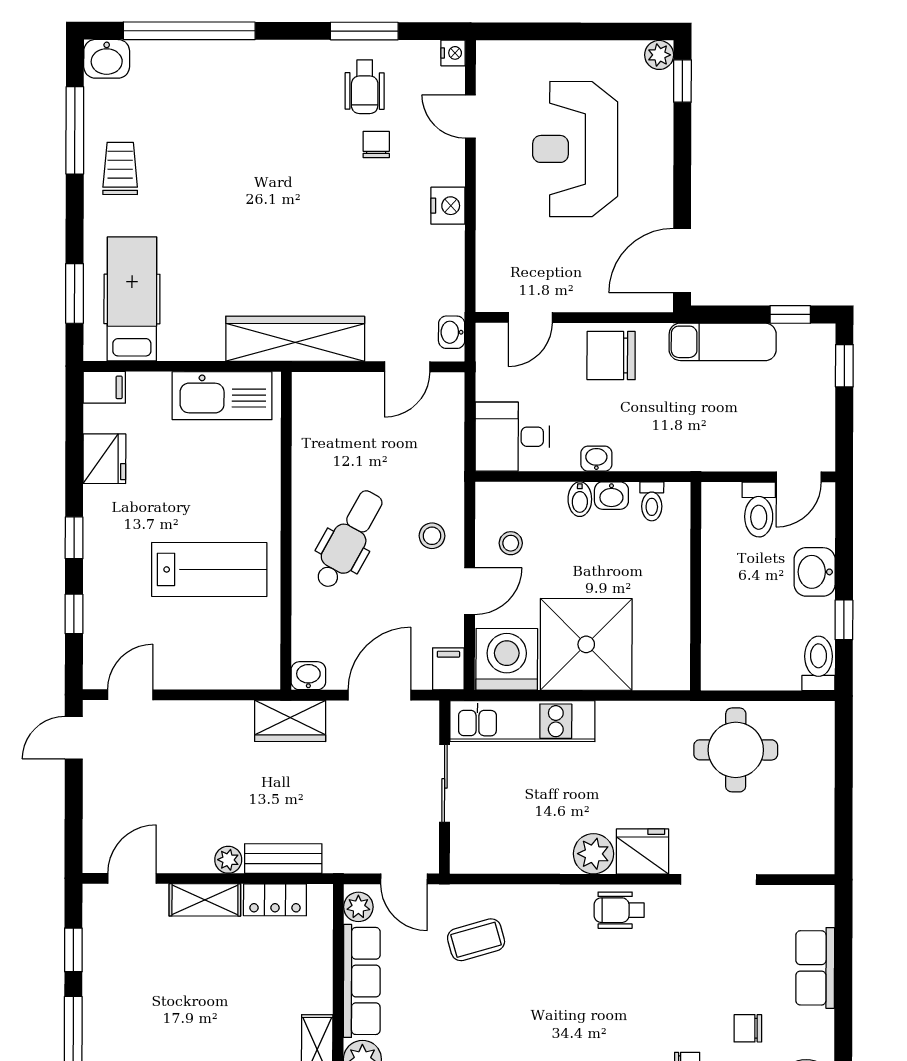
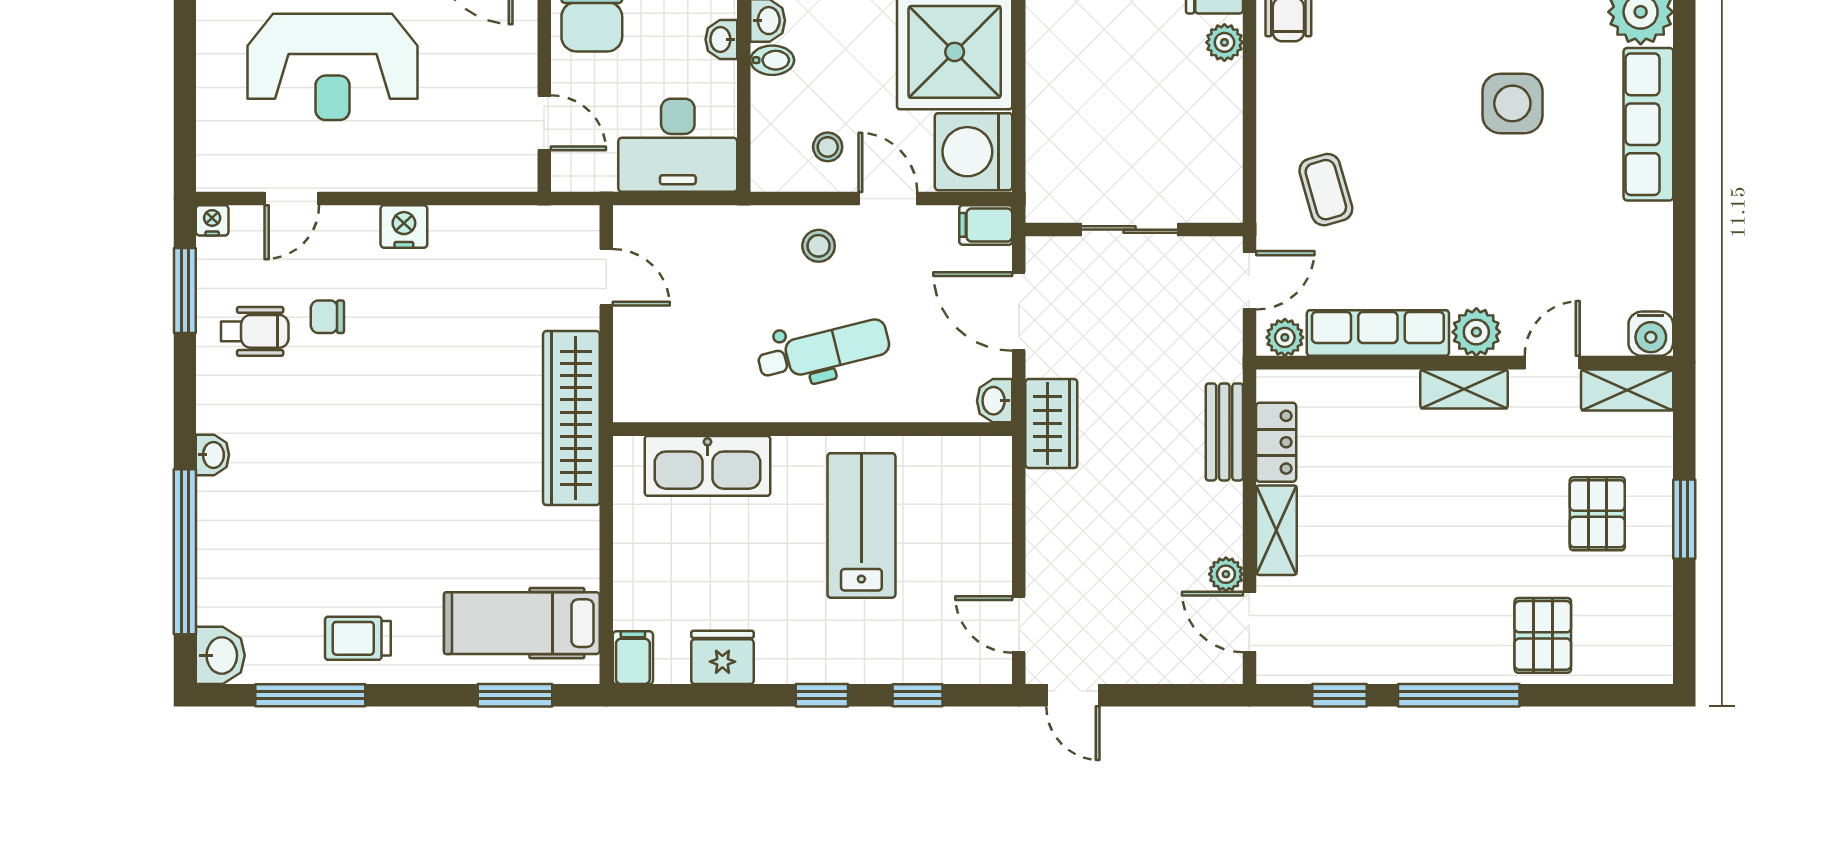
window: (364, 31) -> (185, 290), moved
washbasin: (452, 332) -> (212, 455), moved, turned -90
kitchen sink: (222, 396) -> (707, 466), moved, turned 90
desk: (512, 437) -> (678, 145), width x1.37
dental chair: (349, 540) -> (824, 350), turned 137
kitchen unit: (522, 721) -> (1051, 132), removed
plant: (593, 854) -> (1224, 42), width x0.73, depth x0.73
plant: (228, 860) -> (1226, 574), moved

